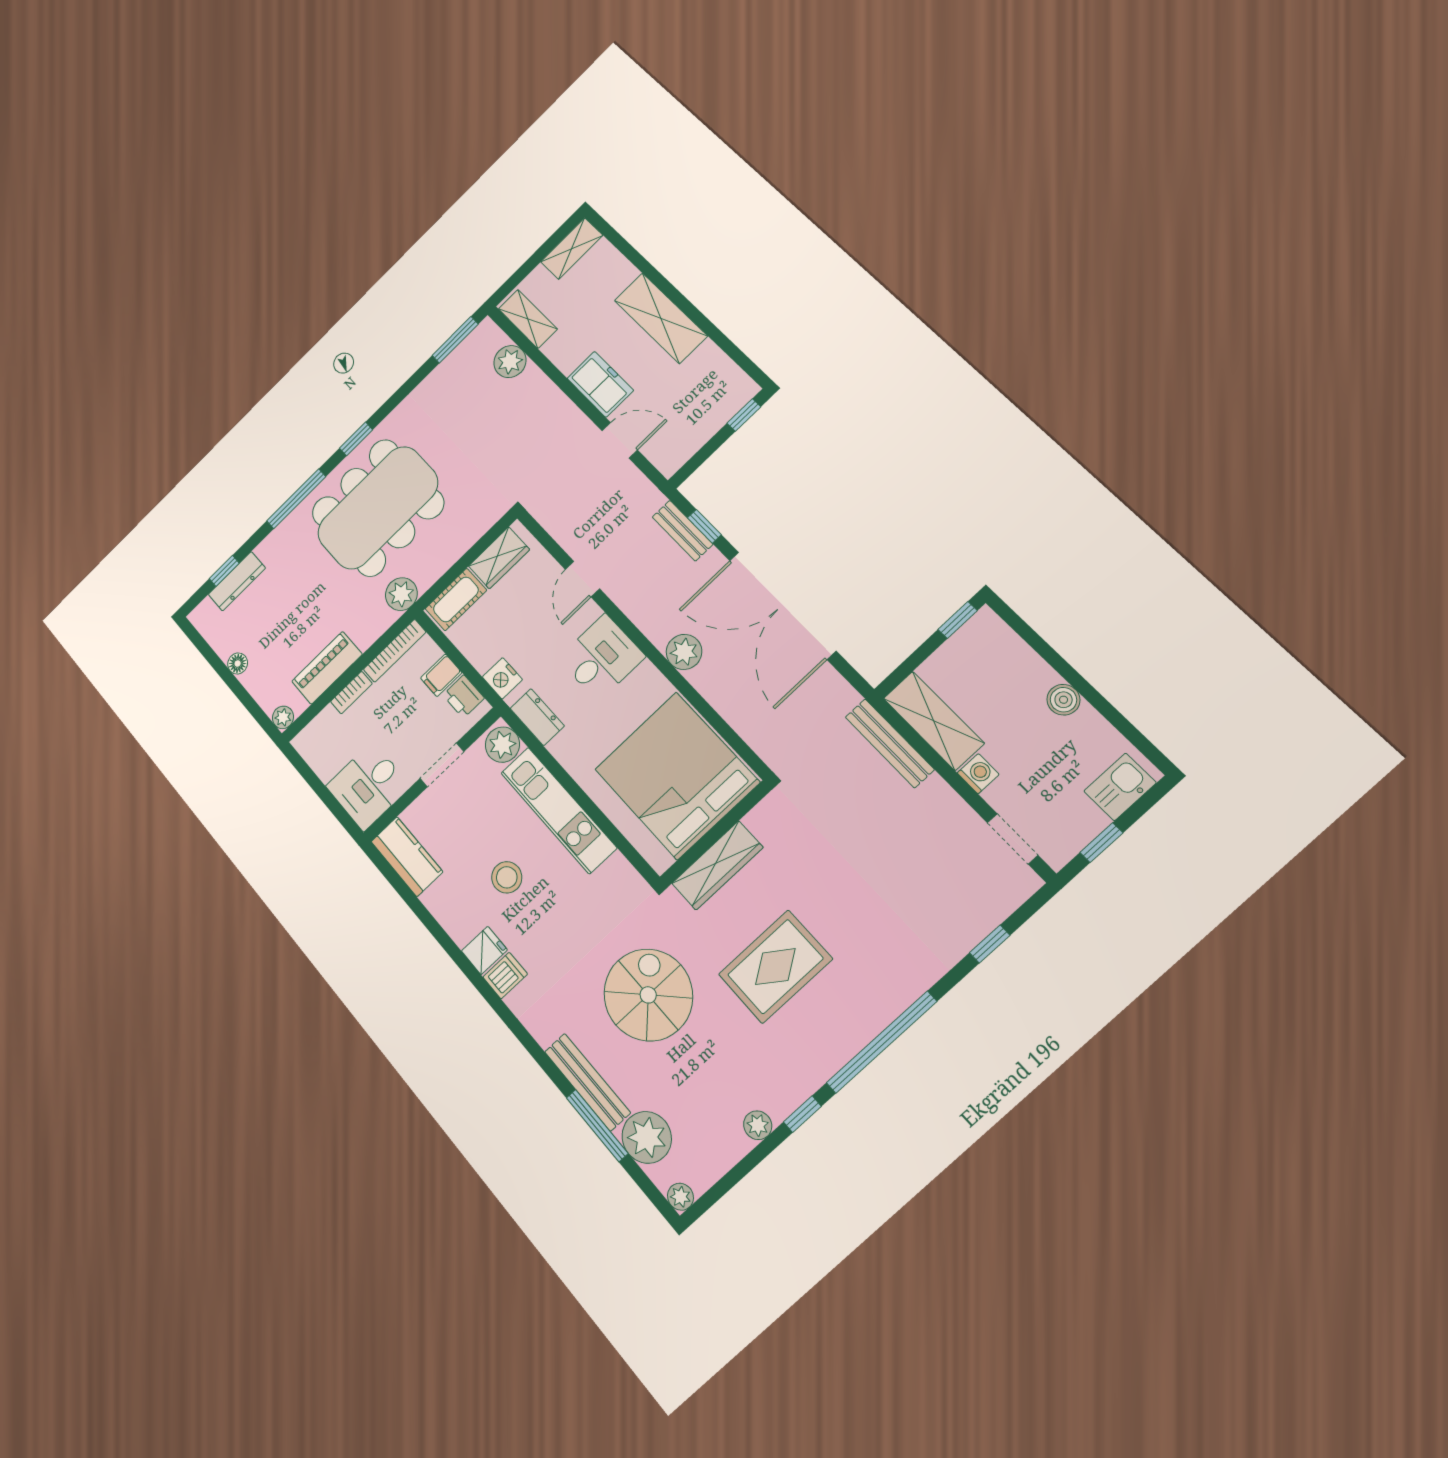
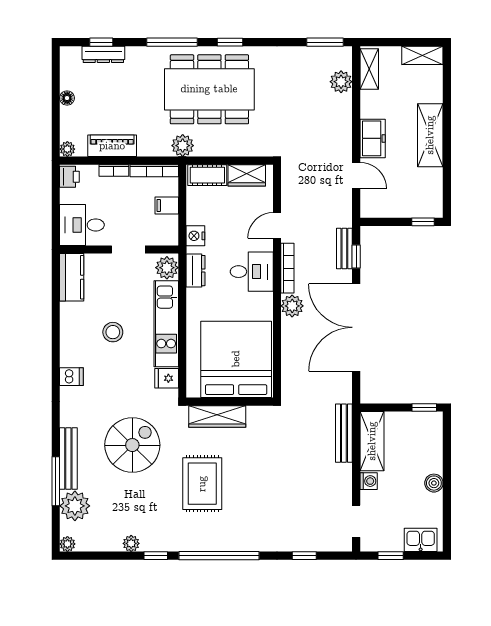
bookcase: (638, 615) -> (287, 268), added
printer: (463, 697) -> (69, 177), moved, turned 180
fridge: (484, 950) -> (167, 378), moved, turned 180
rug: (775, 967) -> (202, 484), turned 90

